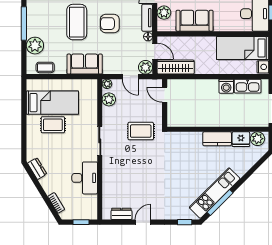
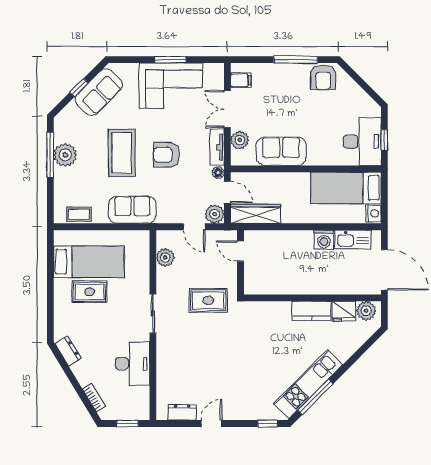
plant: (35, 46) -> (65, 155), moved
plant: (107, 84) -> (163, 236), removed

